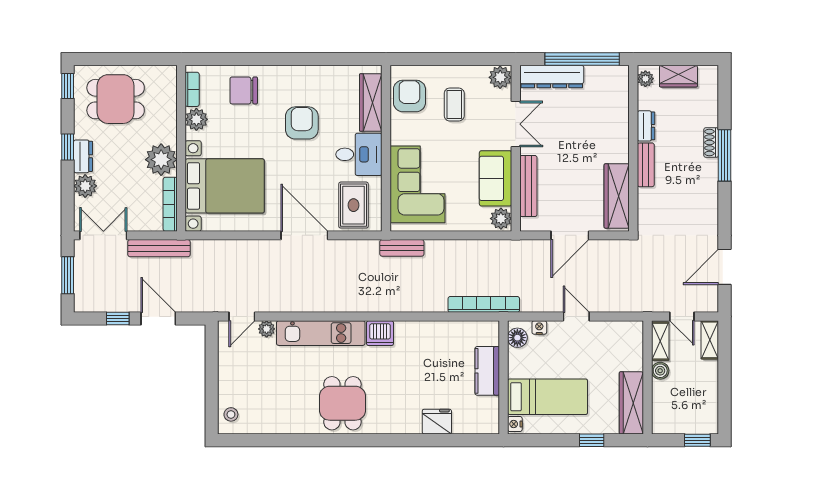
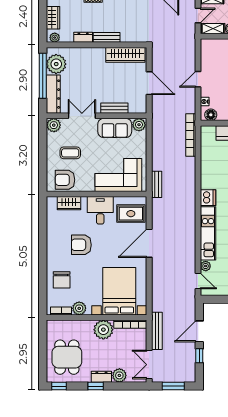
plant: (602, 81) -> (56, 64), added
wardrobe: (371, 103) -> (69, 203), width x0.67
bench: (528, 186) -> (114, 108), width x0.73

